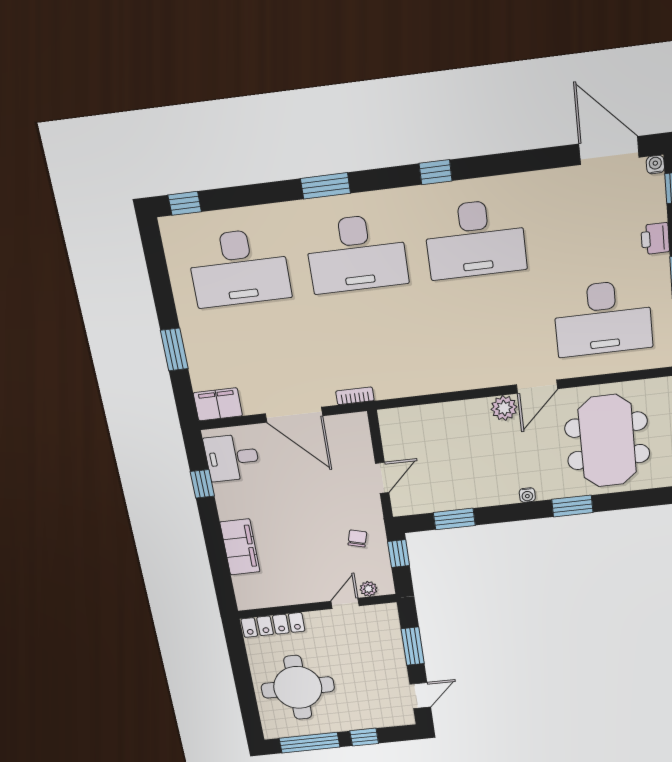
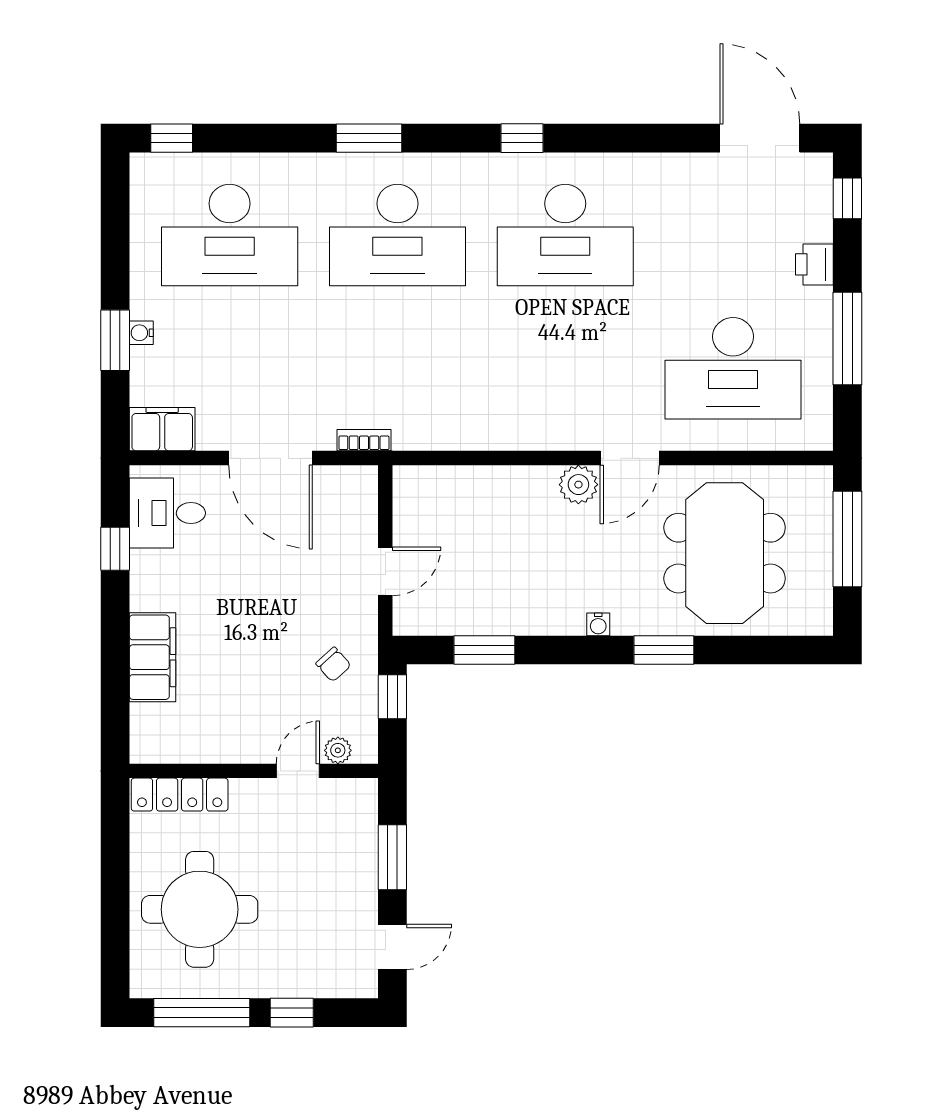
water cooler: (655, 165) -> (141, 333), moved, turned -90
chair: (357, 538) -> (333, 664), turned 123

